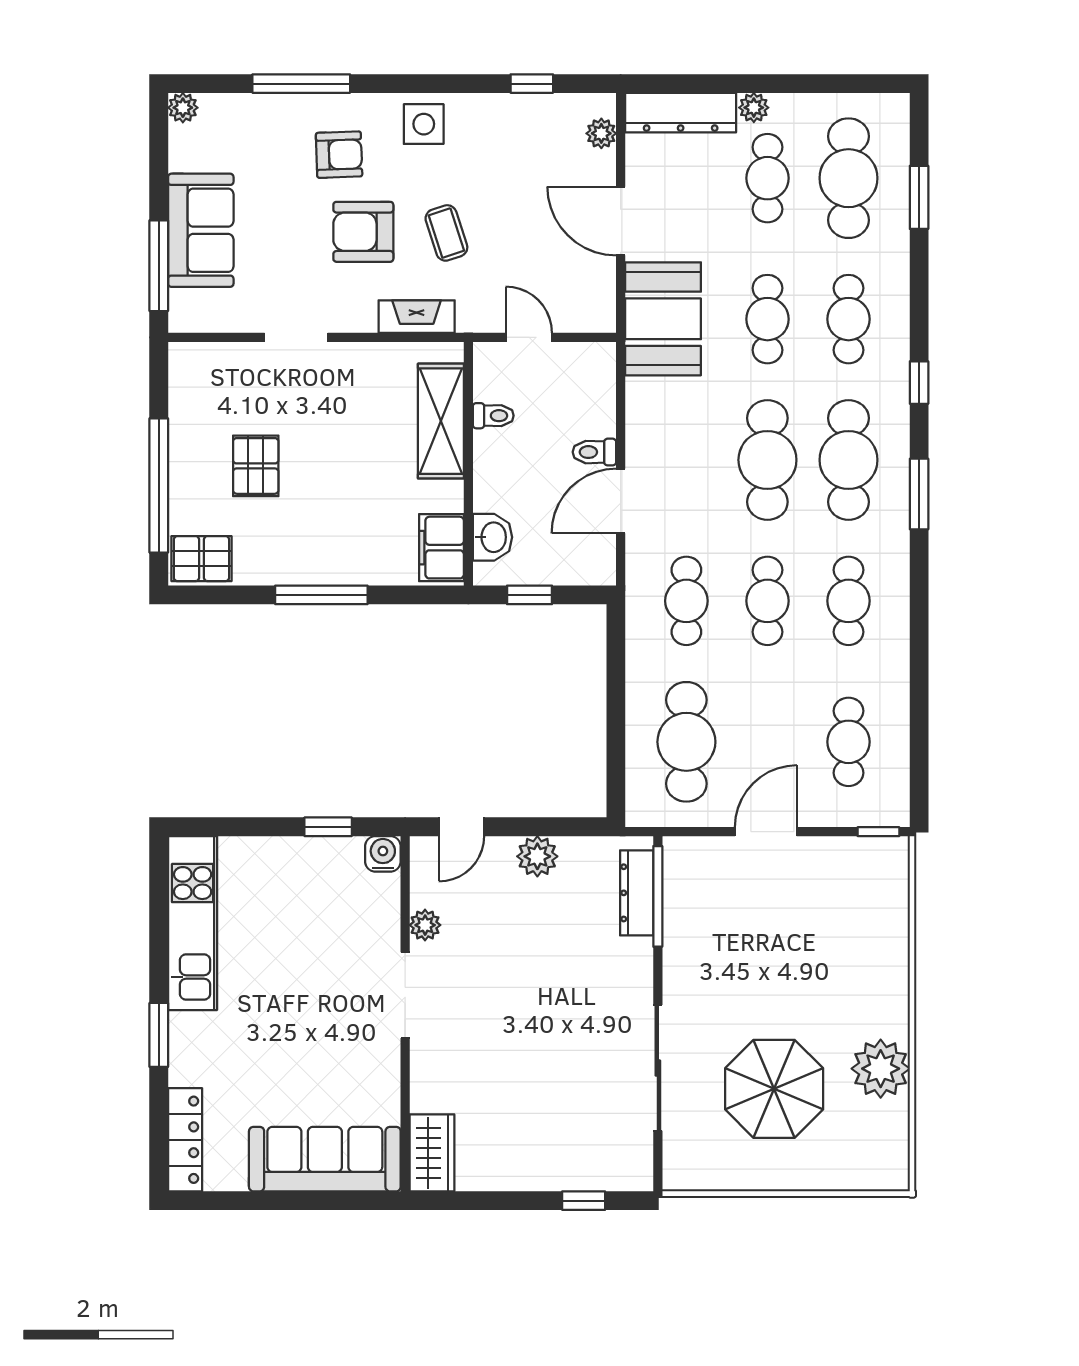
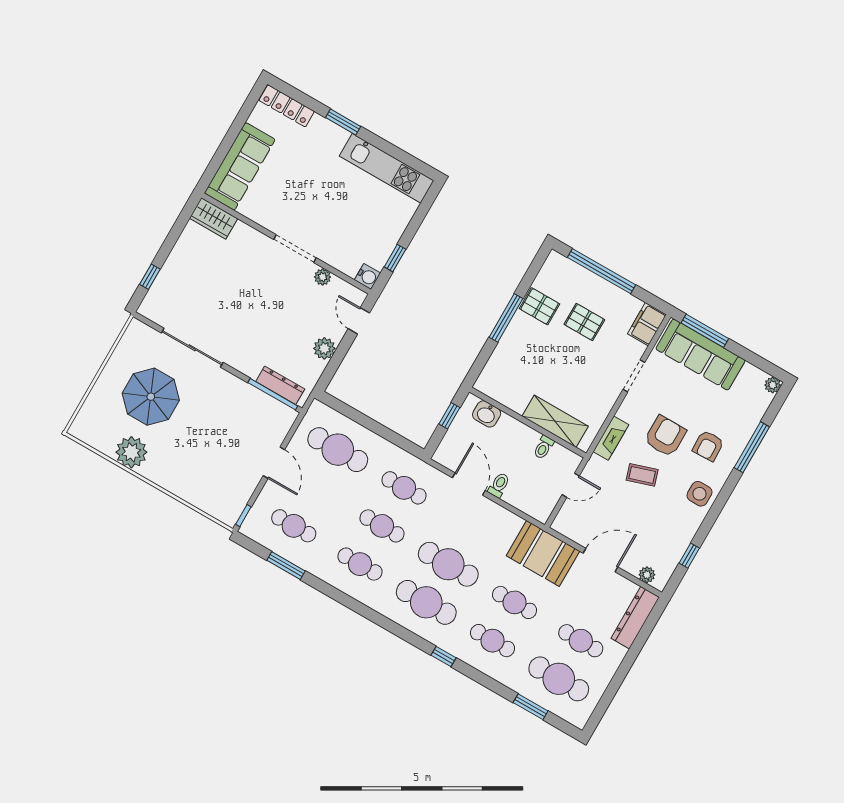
plant: (754, 108) -> (618, 653), removed
sofa: (201, 230) -> (700, 355), width x1.36
window: (919, 494) -> (286, 566), moved
filing cabinet: (441, 548) -> (647, 324), moved, turned -90
pallet: (201, 559) -> (540, 306), moved, turned 90

